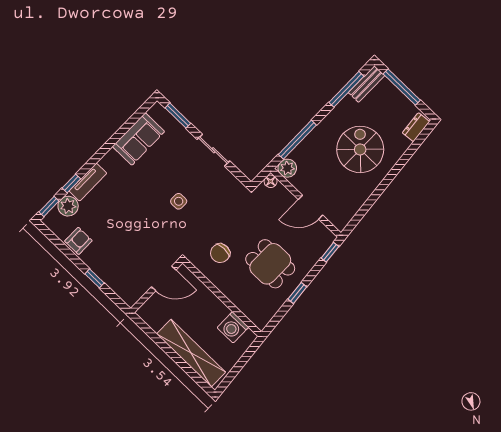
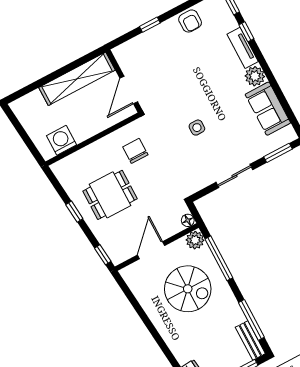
spiral stairs: (360, 149) -> (188, 289), moved
plant: (68, 206) -> (255, 76), moved
shelving: (191, 353) -> (77, 79), moved

